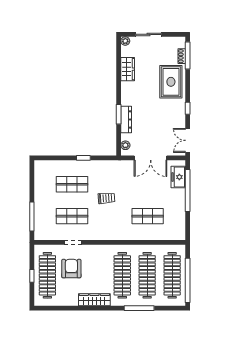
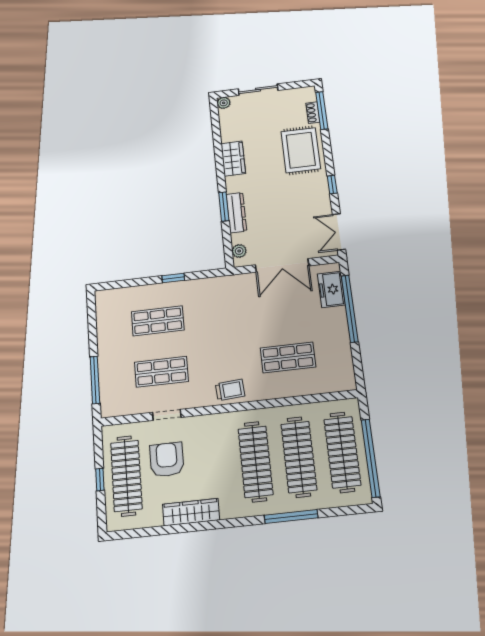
wardrobe: (128, 69) -> (233, 159), moved
trolley: (106, 198) -> (230, 390), moved
wardrobe: (94, 300) -> (191, 512), moved

